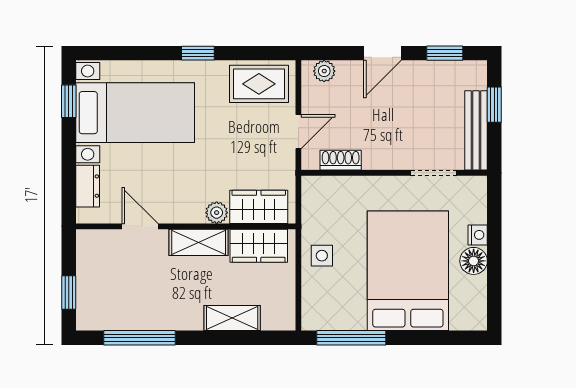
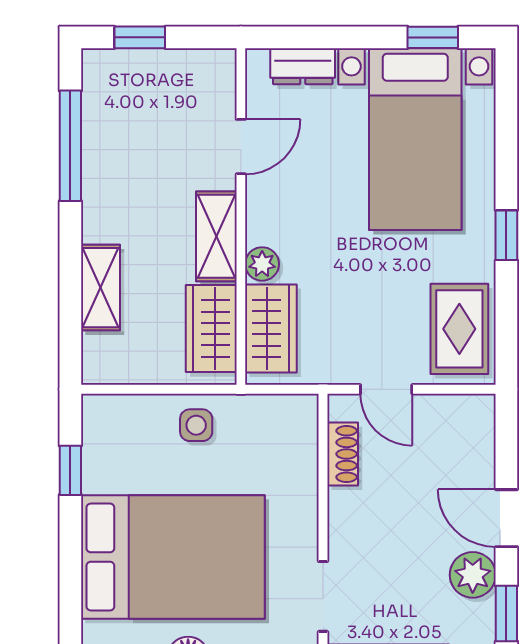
plant: (324, 71) -> (473, 575), moved, width x1.38, depth x1.38
window: (351, 338) -> (70, 470), width x0.46

